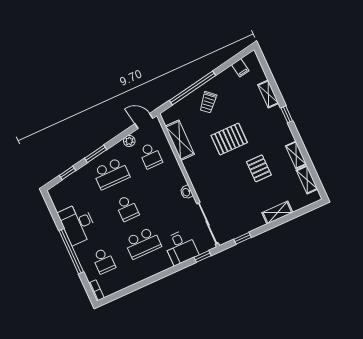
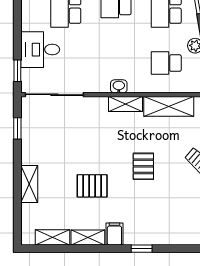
shelving: (268, 94) -> (126, 104), moved
filing cabinet: (285, 138) -> (114, 234), added
pallet: (229, 139) -> (143, 166), width x0.67, depth x0.71
washbasin: (186, 192) -> (119, 86), moved

